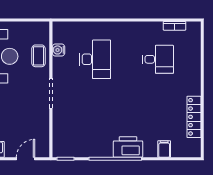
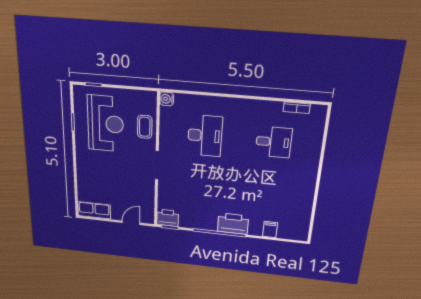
water cooler: (58, 50) -> (167, 99), moved
locker: (194, 117) -> (306, 203), removed
printer: (63, 149) -> (168, 218), added

